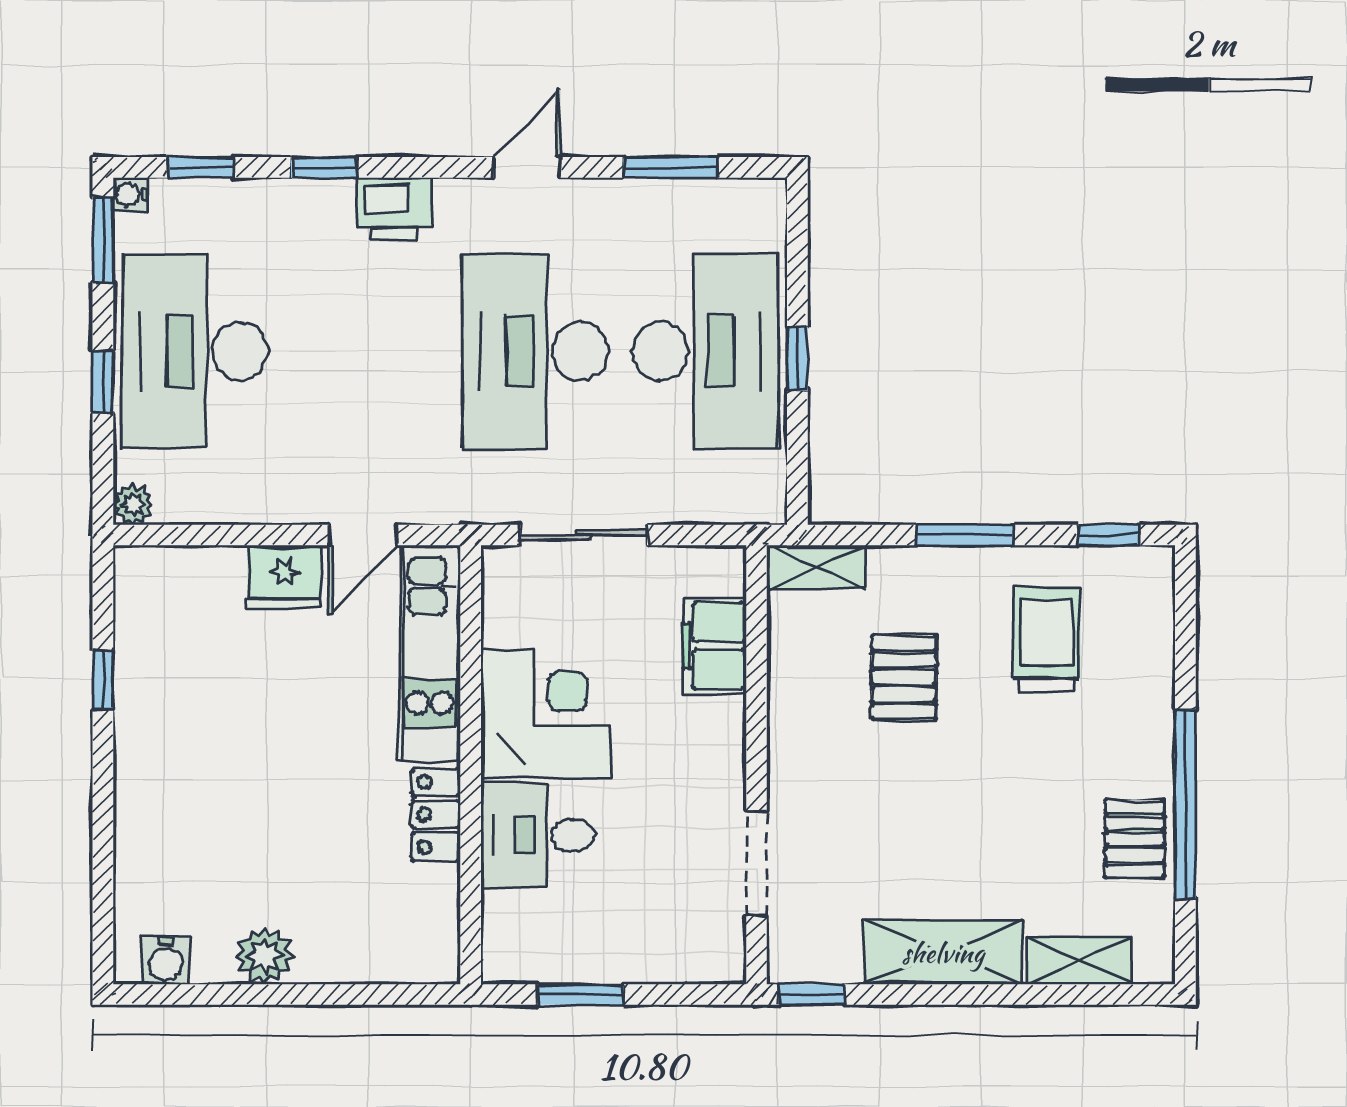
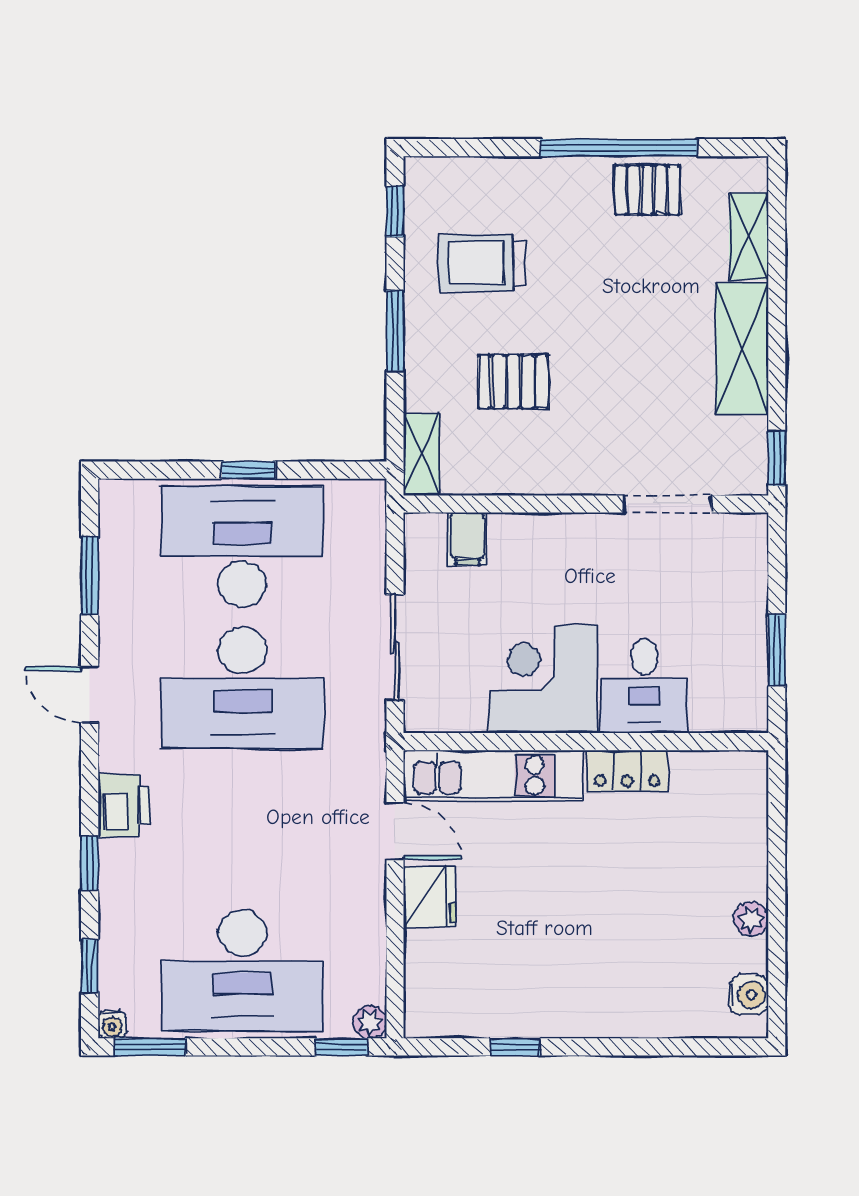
window: (103, 382) -> (342, 1047), moved
filing cabinet: (714, 646) -> (467, 539), width x0.50
plant: (265, 956) -> (751, 919), width x0.73, depth x0.73

